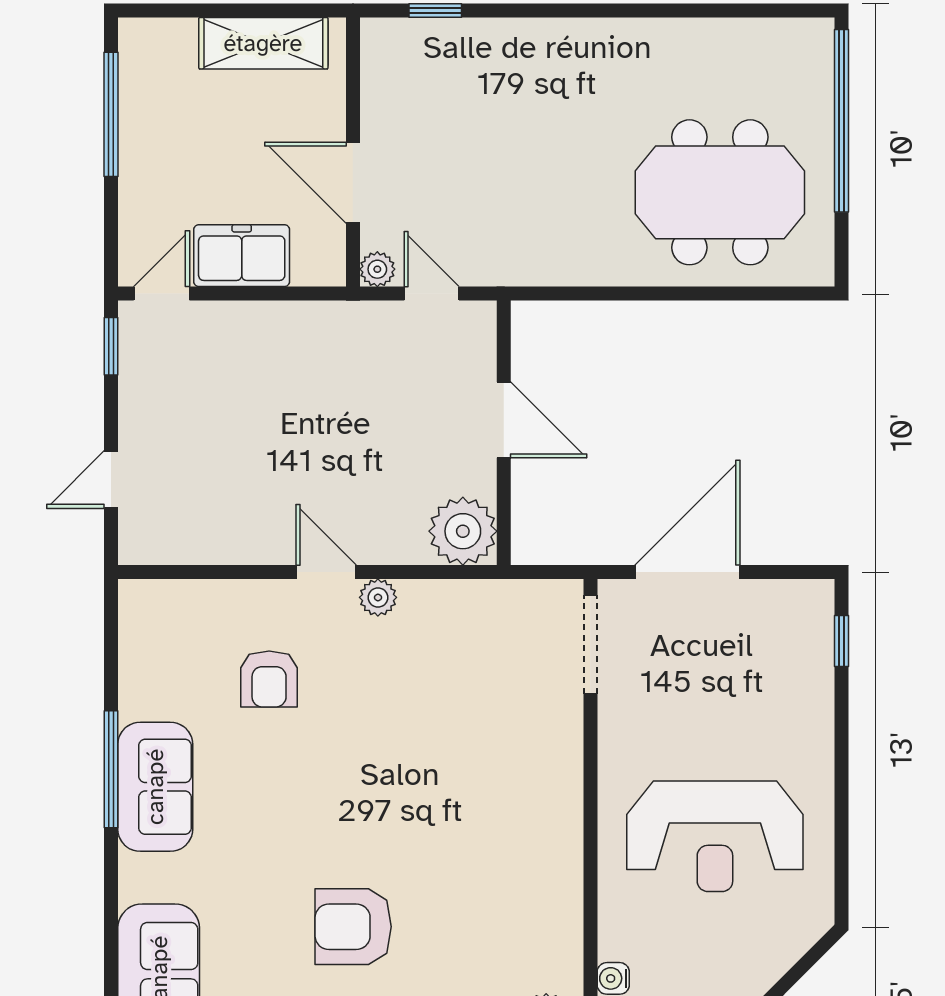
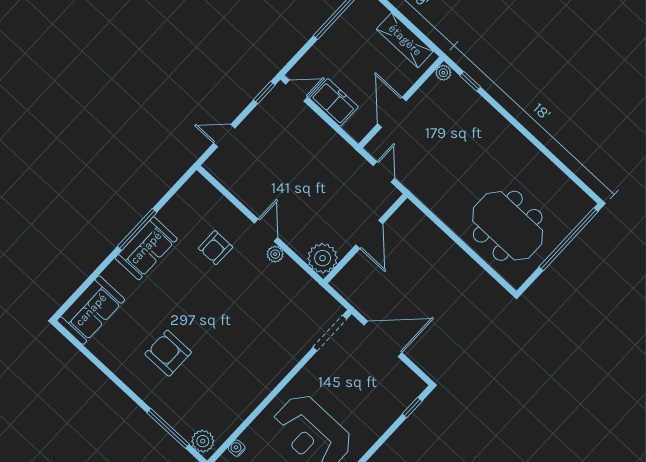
plant: (377, 269) -> (443, 73), moved

